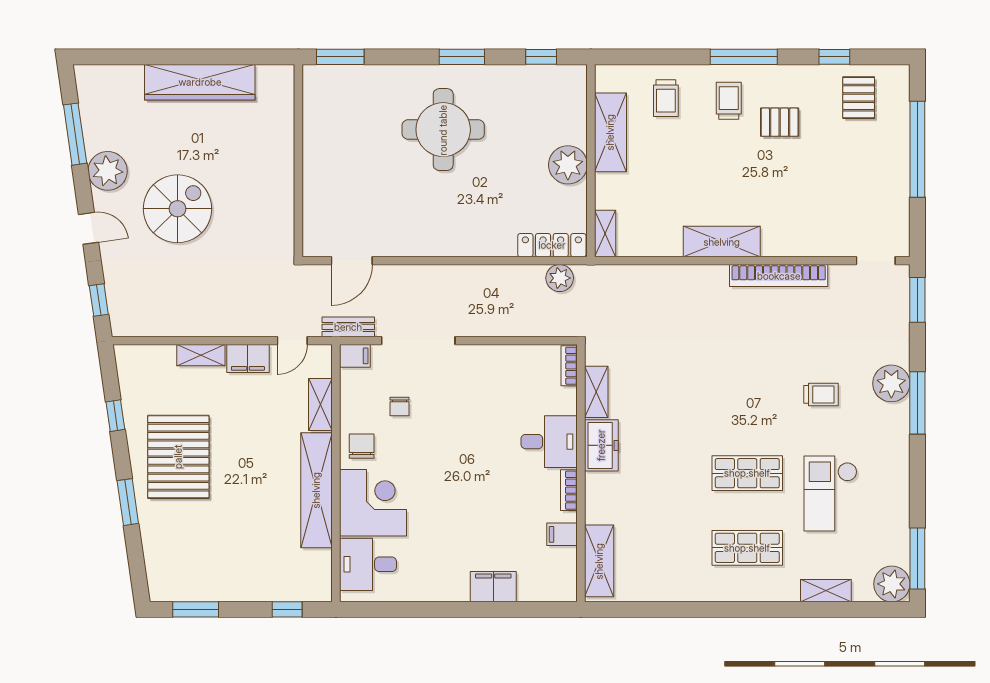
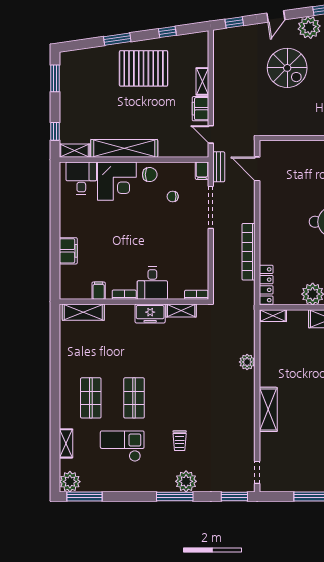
shelving: (722, 242) -> (268, 409), moved
bookcase: (779, 276) -> (249, 252), moved
plant: (560, 278) -> (247, 362), moved
shelving: (320, 405) -> (75, 151), moved

